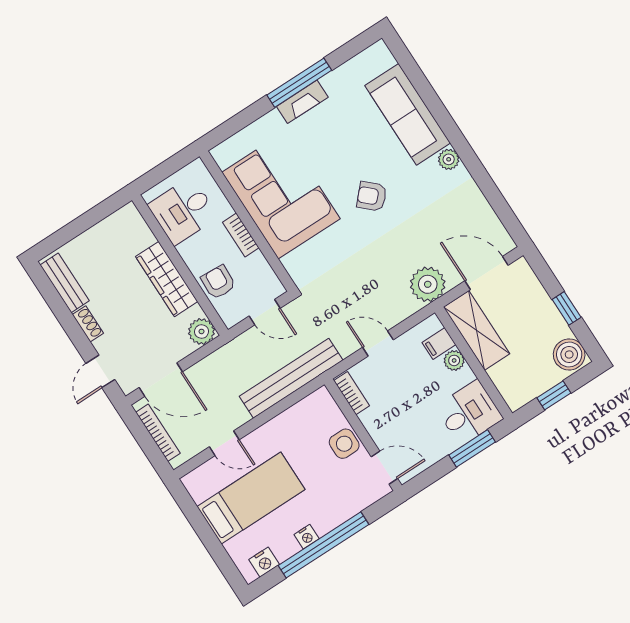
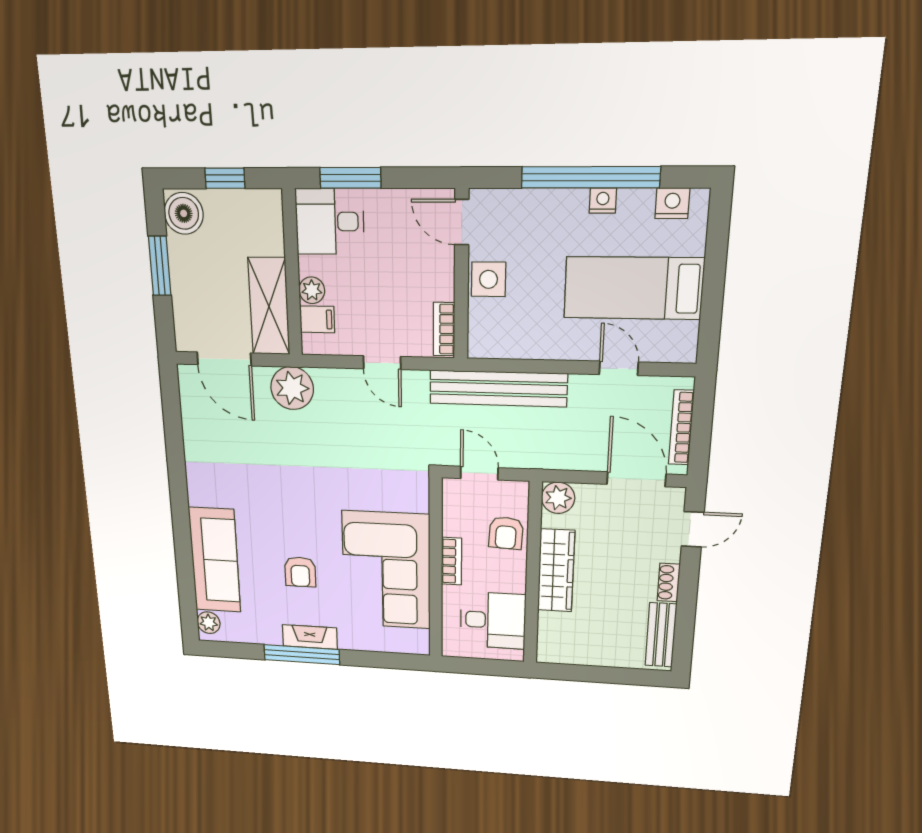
plant: (449, 159) -> (209, 623), moved
armchair: (372, 196) -> (300, 572), moved, turned 47
window: (567, 308) -> (160, 266), width x1.50

